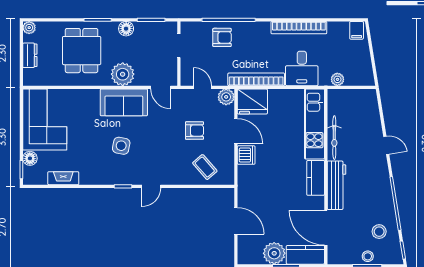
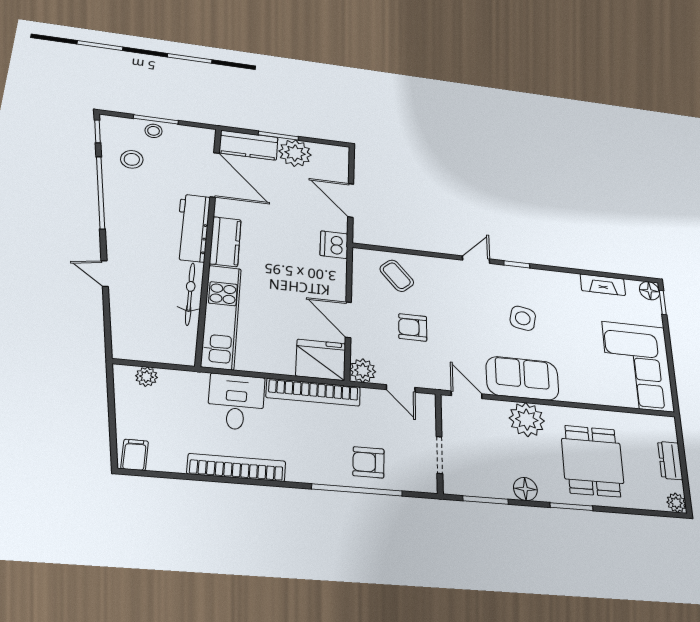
plant: (337, 79) -> (146, 377), moved
dishwasher: (246, 155) -> (334, 245), moved
floor lamp: (30, 158) -> (650, 291), moved

